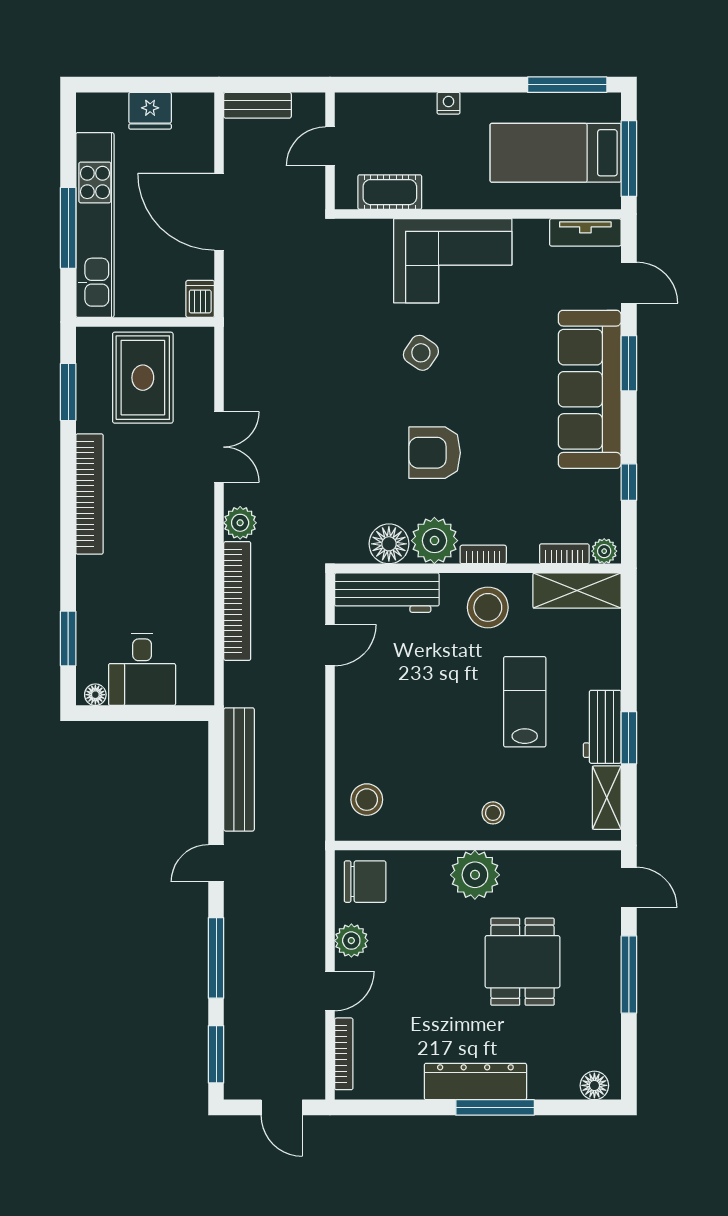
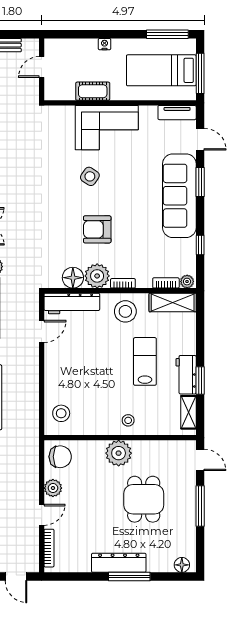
cot: (390, 192) -> (93, 91), moved

